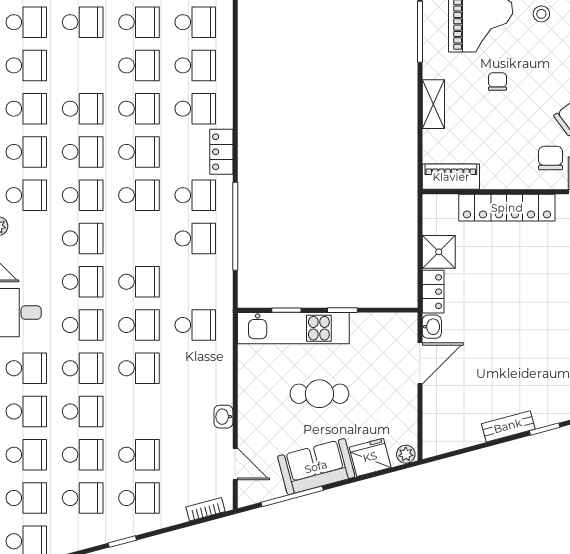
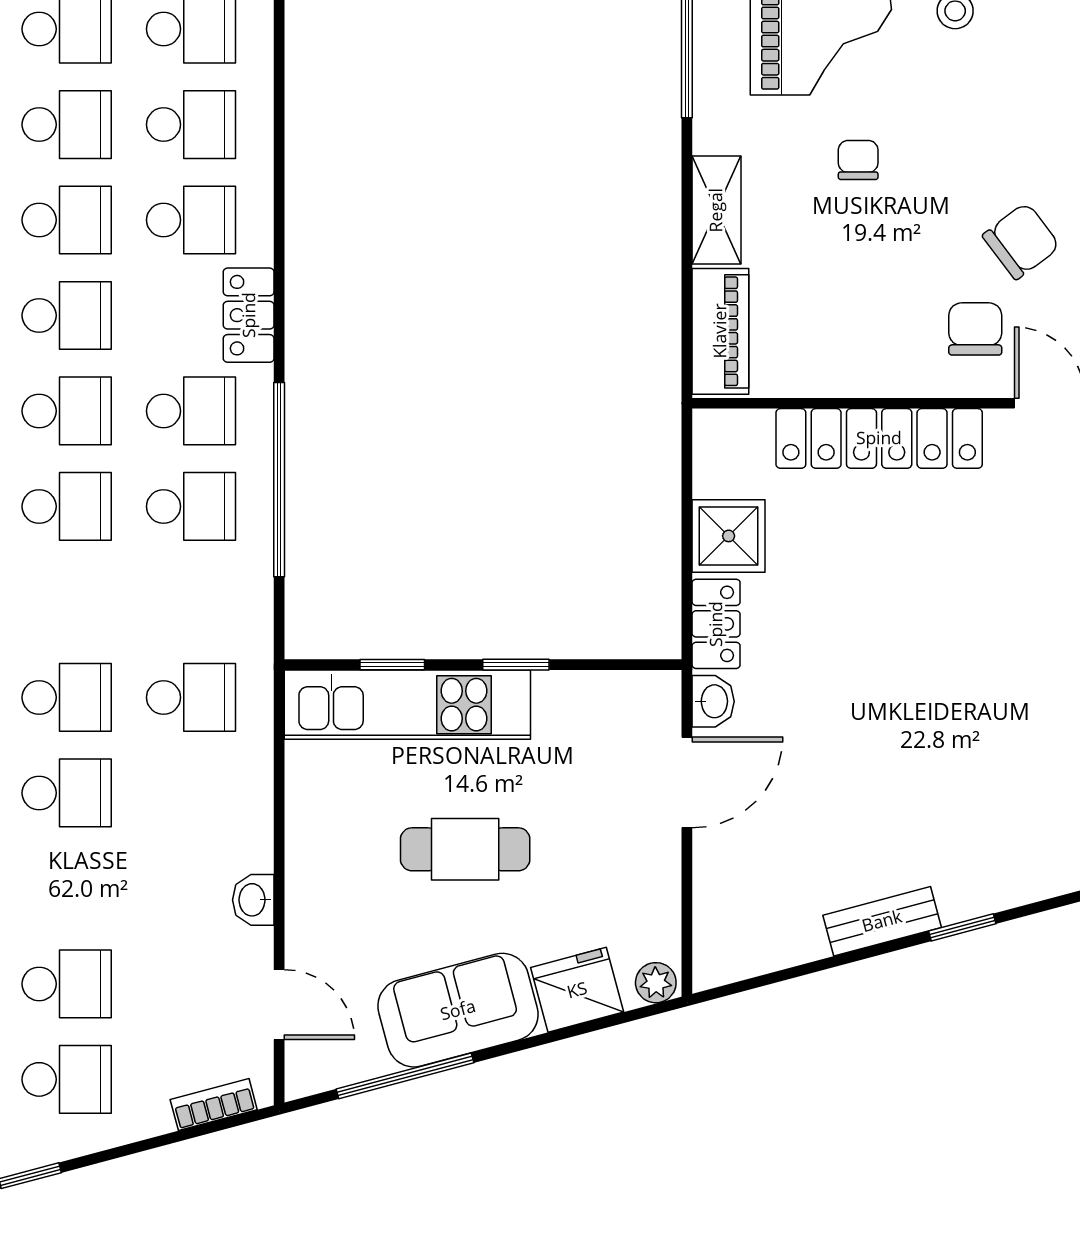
piano: (451, 177) -> (720, 331), moved, turned 90
school desk: (139, 282) -> (67, 506), moved

